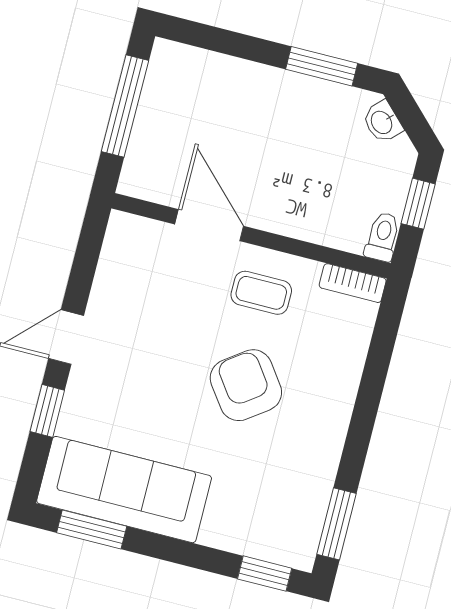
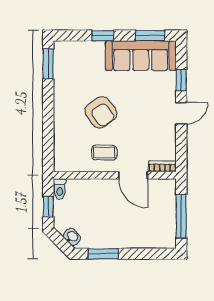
bookcase: (353, 283) -> (162, 166), moved
window: (265, 574) -> (103, 36), moved

